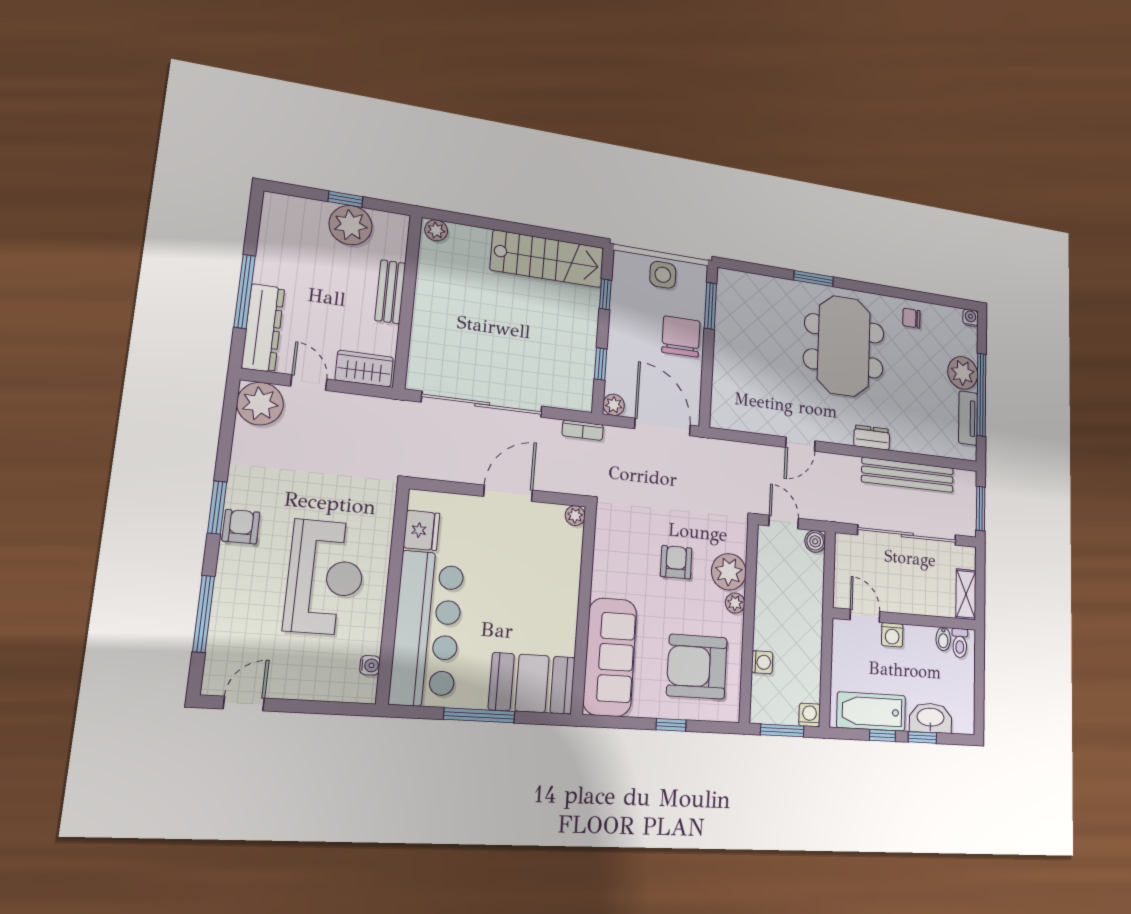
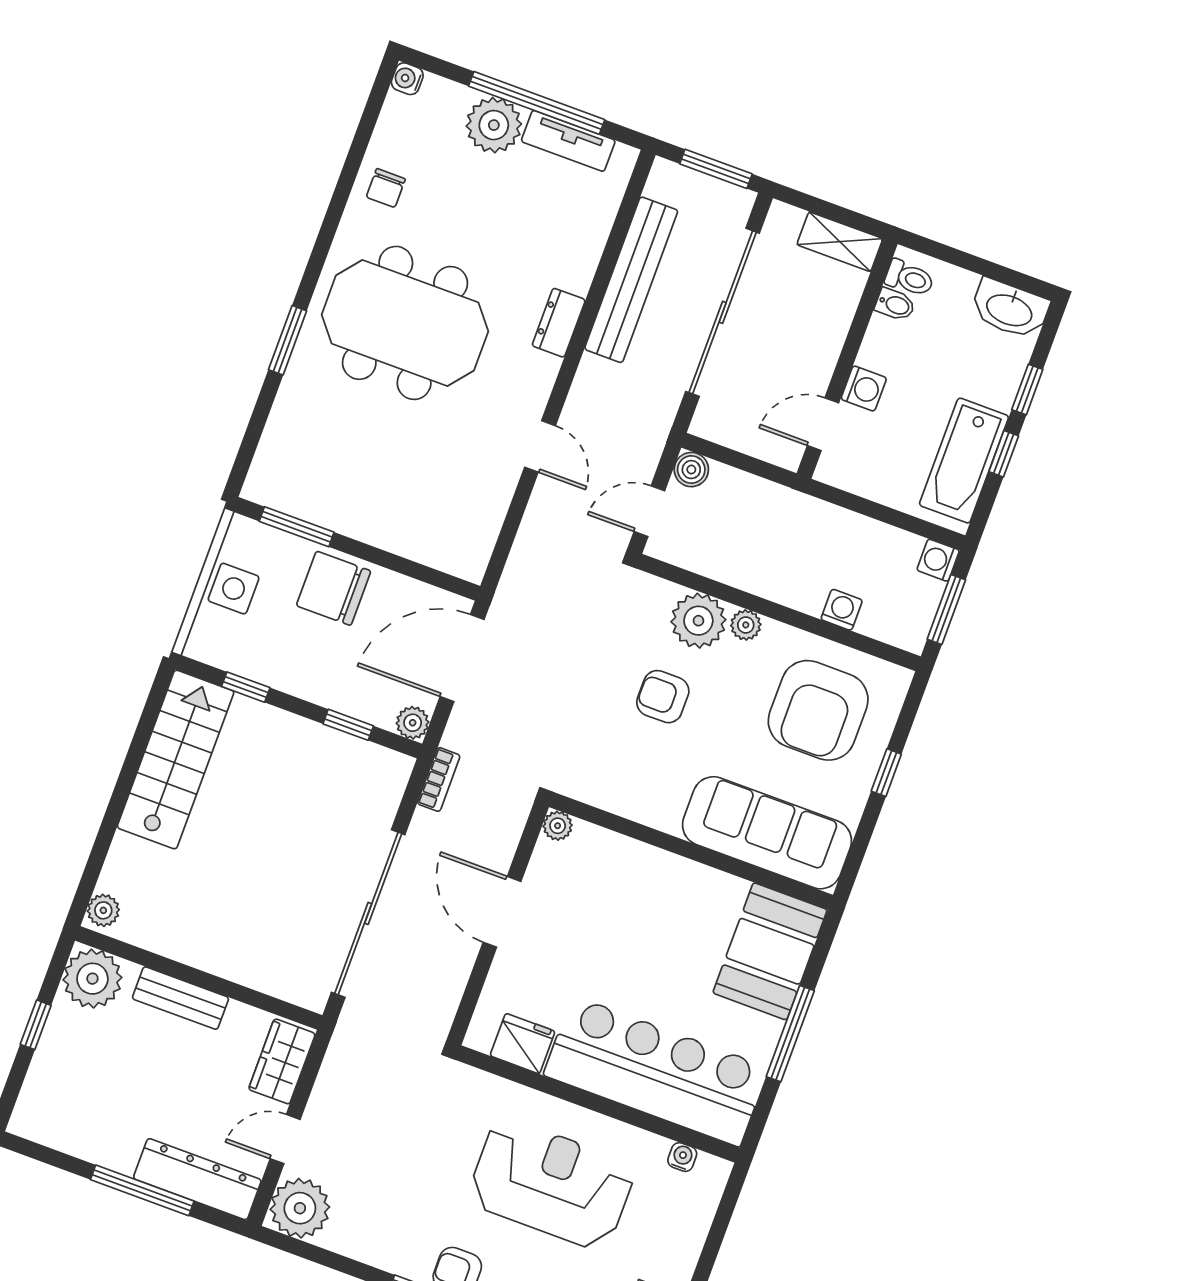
plant: (351, 225) -> (92, 979), moved
washbasin: (931, 718) -> (1010, 309), moved, turned -90

